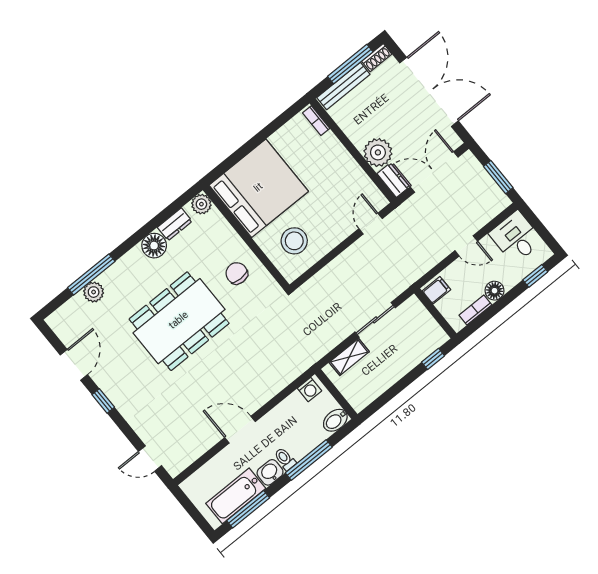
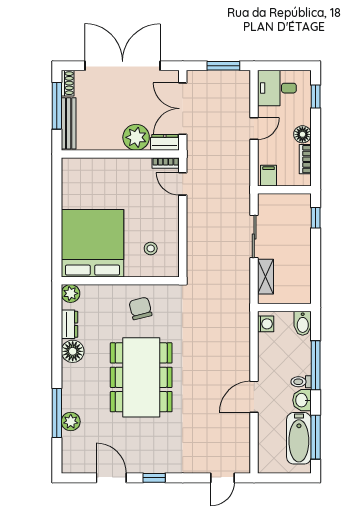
bookcase: (316, 121) -> (166, 163), moved
stool: (294, 241) -> (151, 248), width x0.53, depth x0.53
chair: (237, 273) -> (140, 308), turned 76

